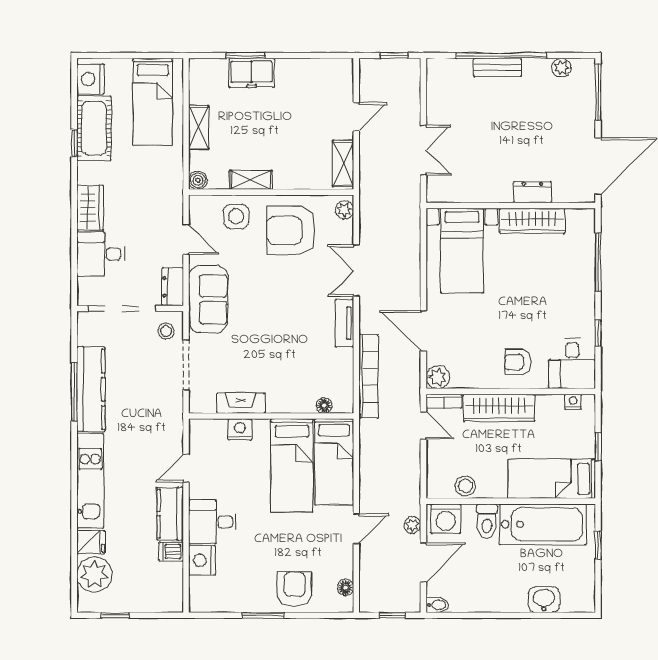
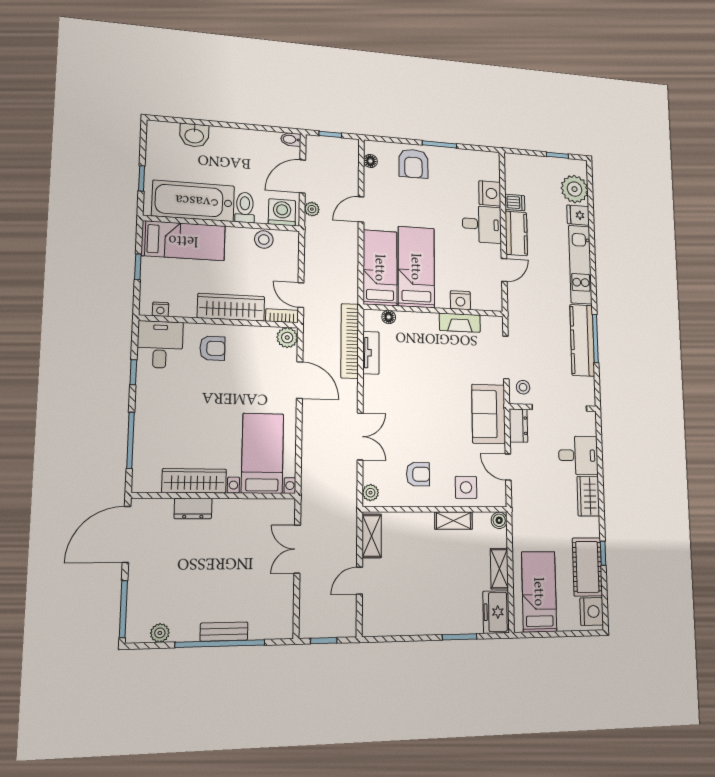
freezer: (252, 73) -> (496, 612), moved, turned -90
armchair: (291, 230) -> (418, 474), width x0.53, depth x0.53
tv unit: (344, 323) -> (371, 353), moved

